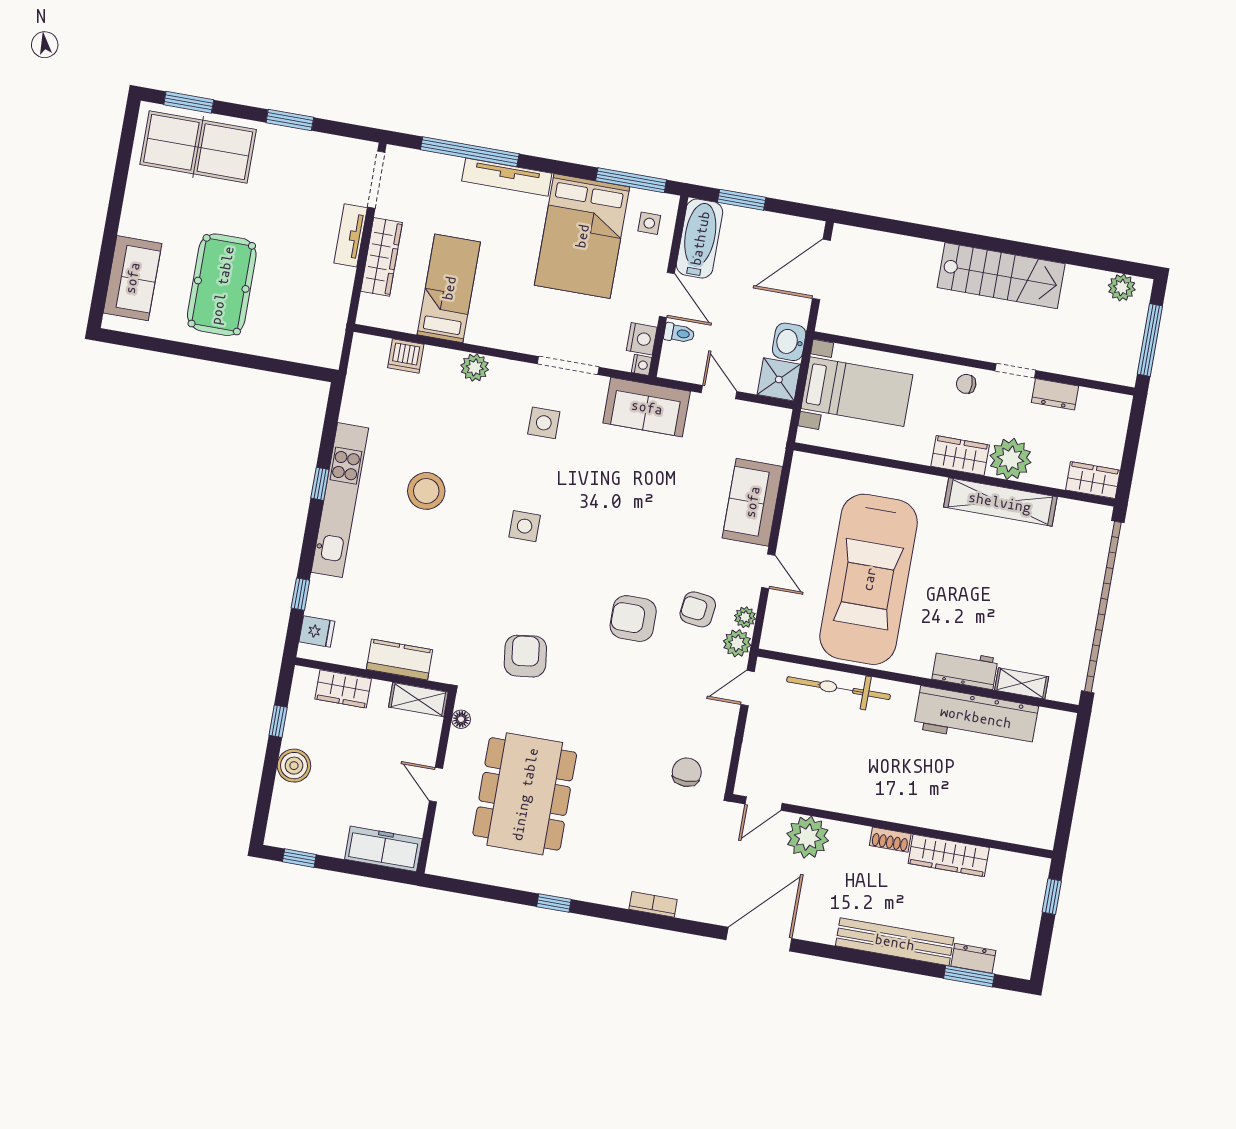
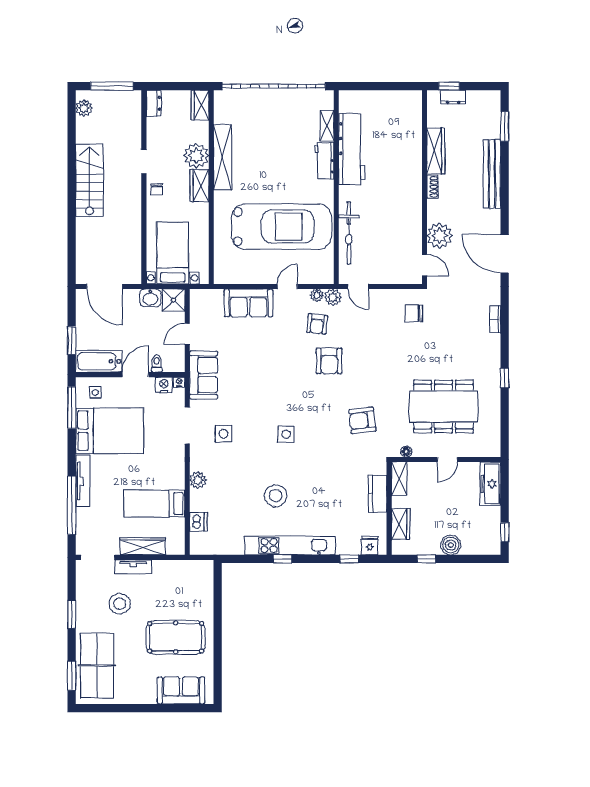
stool: (293, 202) -> (120, 604), added
dresser: (1055, 394) -> (154, 103), moved
dresser: (973, 958) -> (453, 97), moved, turned -90

